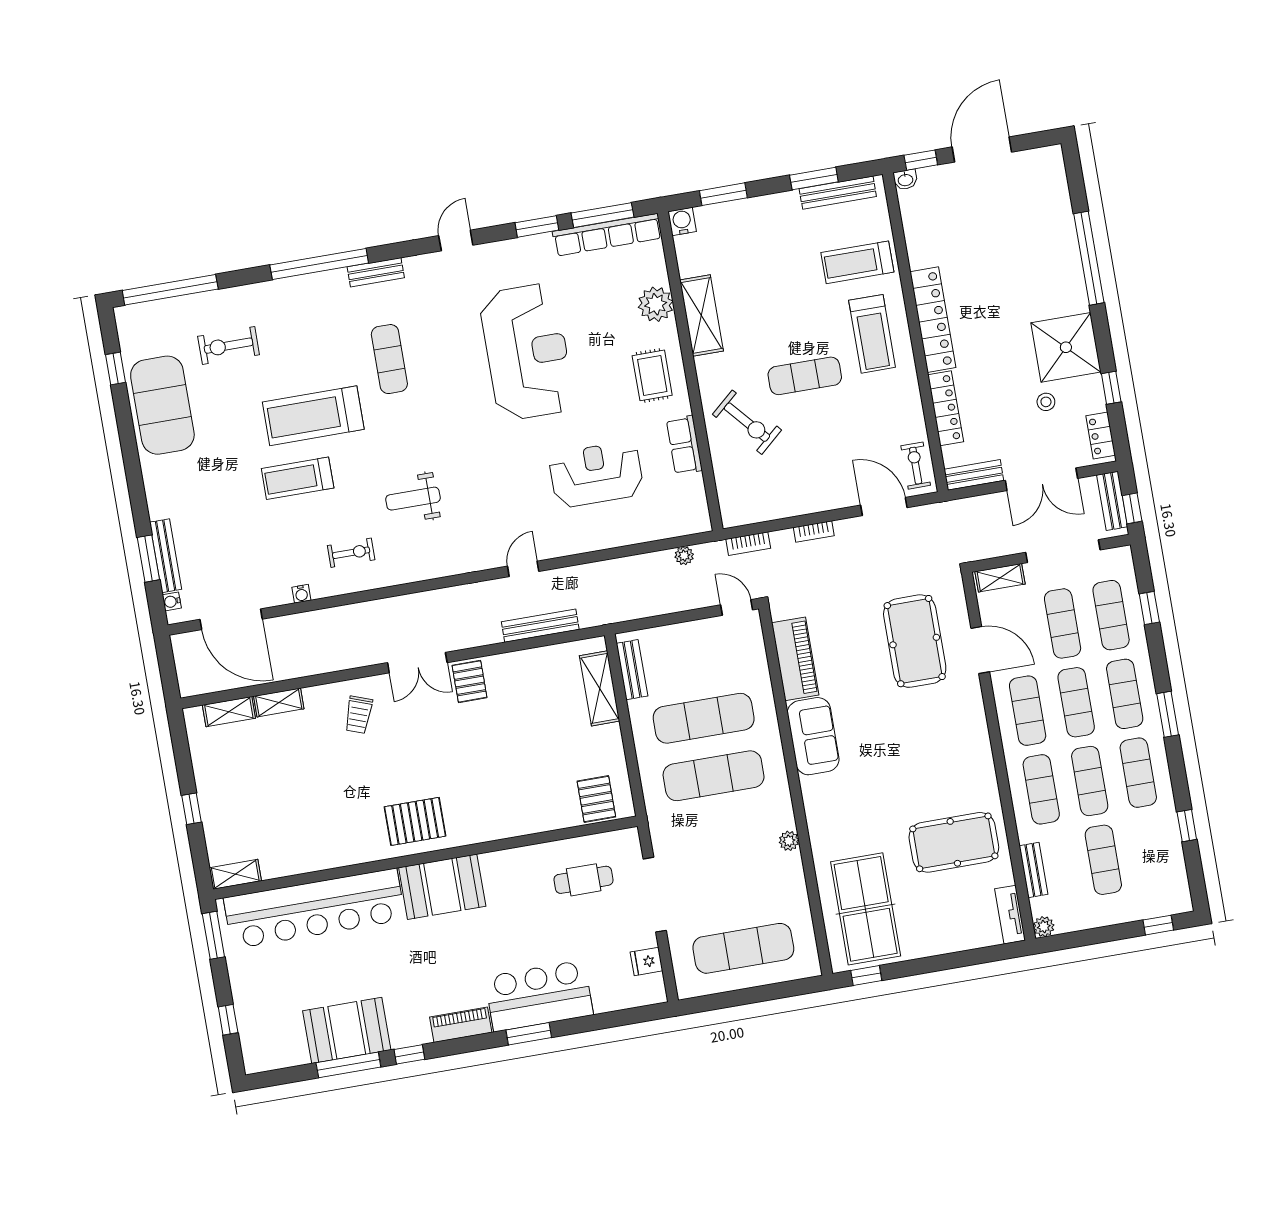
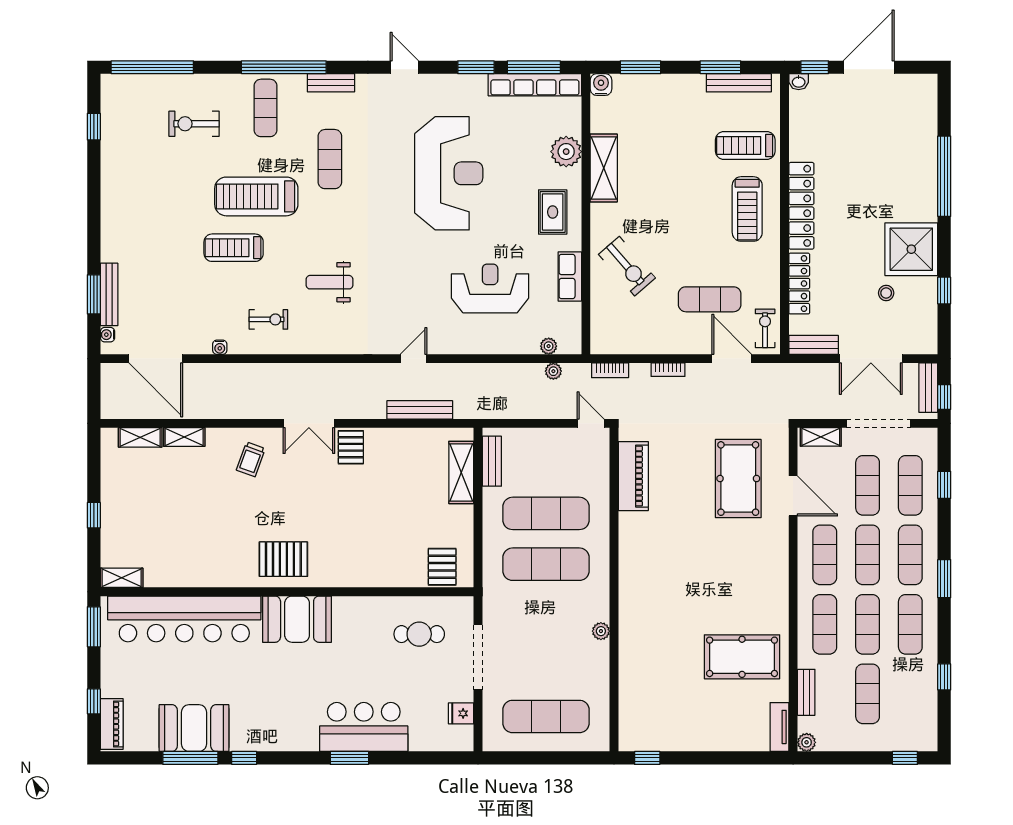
door: (456, 240) -> (404, 67), hinge flipped
exercise mat: (805, 376) -> (710, 299), moved
exercise mat: (162, 405) -> (266, 108), moved, width x0.50, depth x0.69
locker: (1101, 436) -> (928, 330), removed
plant: (674, 528) -> (549, 346), added
sofa: (813, 736) -> (637, 545), removed
table tennis table: (866, 909) -> (657, 701), removed
piano: (461, 1025) -> (112, 724), moved, turned 90

